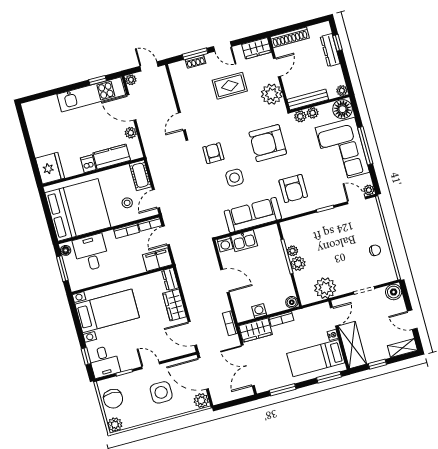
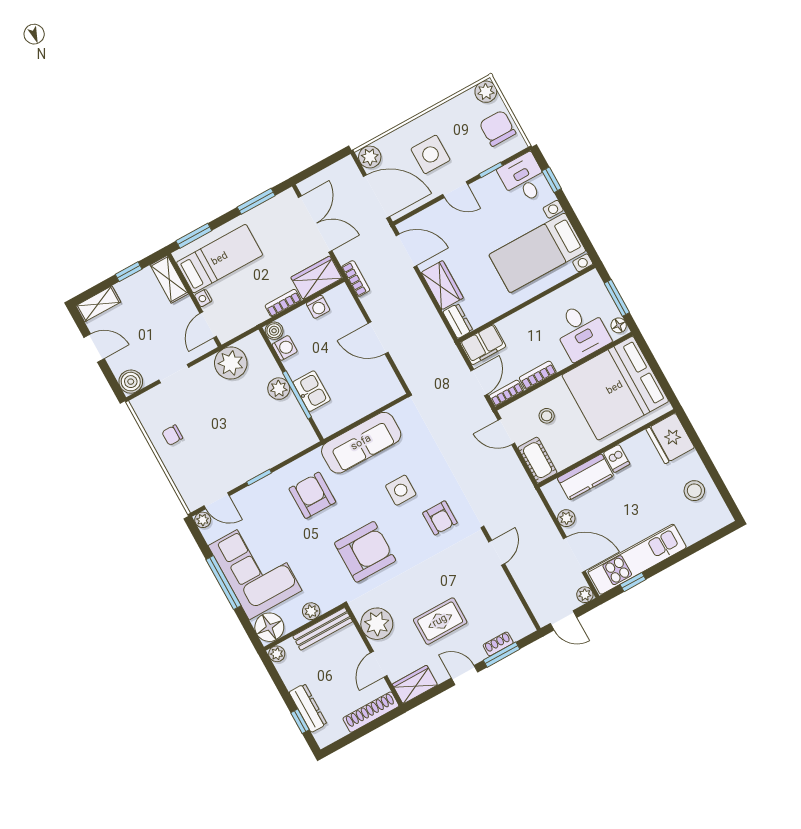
plant: (300, 116) -> (328, 602), removed
stool: (43, 130) -> (694, 491), added
door: (156, 199) -> (506, 432), swing flipped
kitchen sink: (244, 241) -> (312, 391), moved, turned 90
washing machine: (225, 244) -> (285, 348), moved, turned 90
plant: (292, 251) -> (291, 405), removed
shelving: (352, 345) -> (169, 279), width x0.67, depth x0.75

